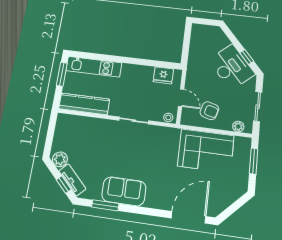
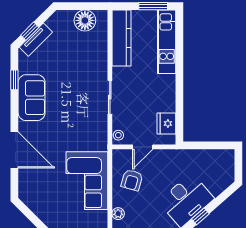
floor lamp: (63, 133) -> (85, 20), added
plant: (60, 159) -> (56, 22), removed
window: (105, 205) -> (14, 80), width x0.67
door: (188, 217) -> (14, 150), moved

